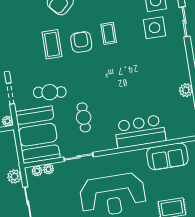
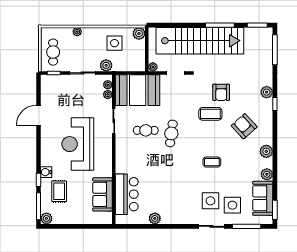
armchair: (81, 42) -> (221, 92), moved, turned 90
cafe table: (50, 92) -> (171, 133), moved
bar counter: (140, 131) -> (127, 194), moved

